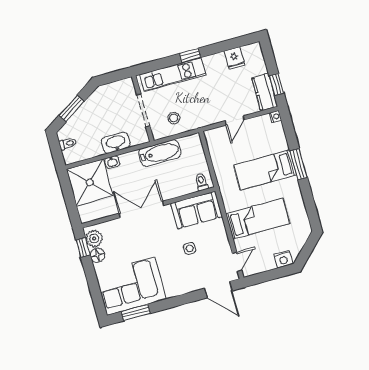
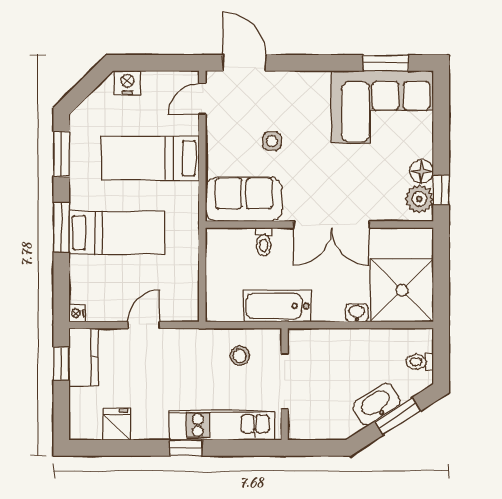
washbasin: (116, 143) -> (376, 404), moved, turned 147
toilet: (201, 182) -> (264, 242), moved
window: (310, 207) -> (61, 154), added

